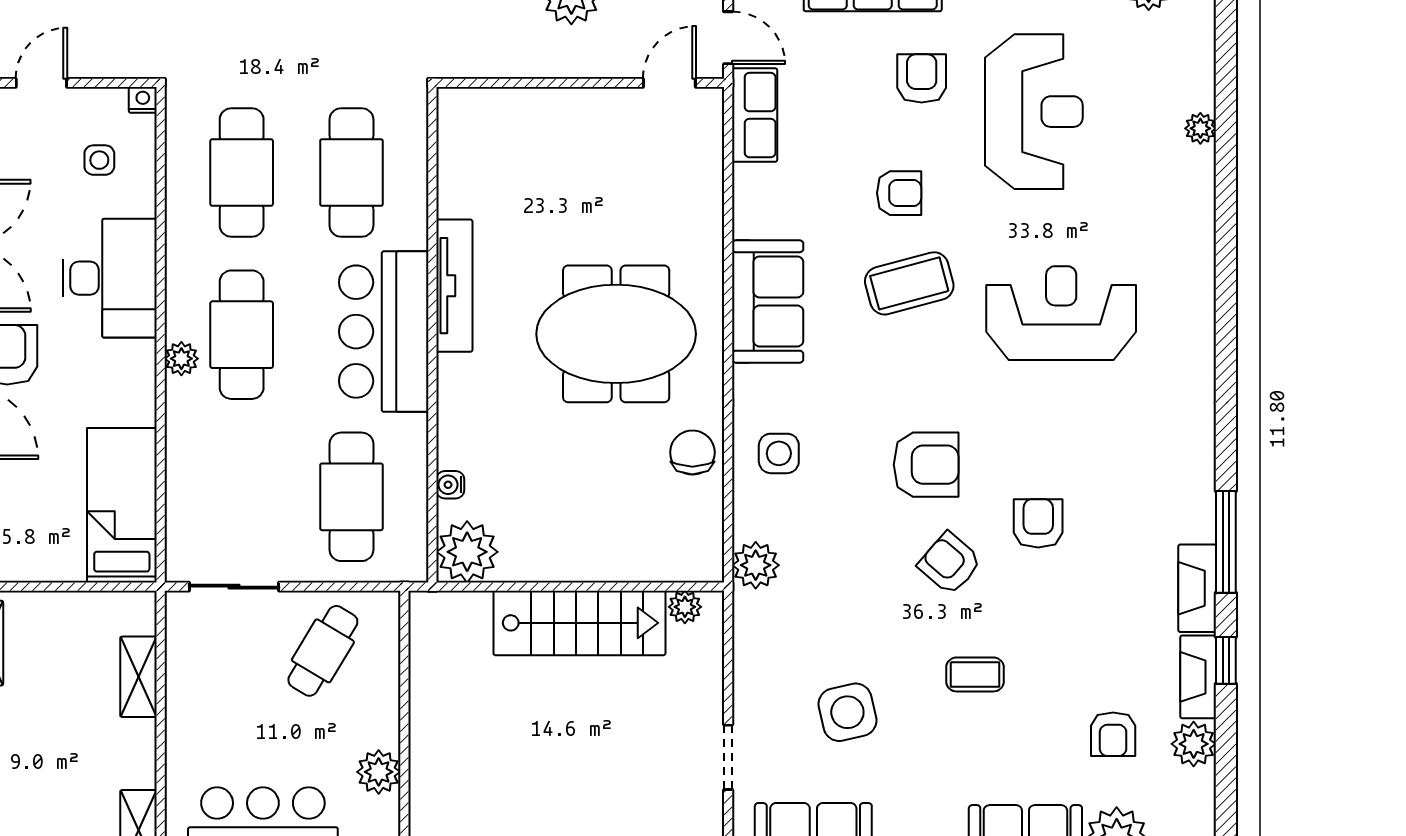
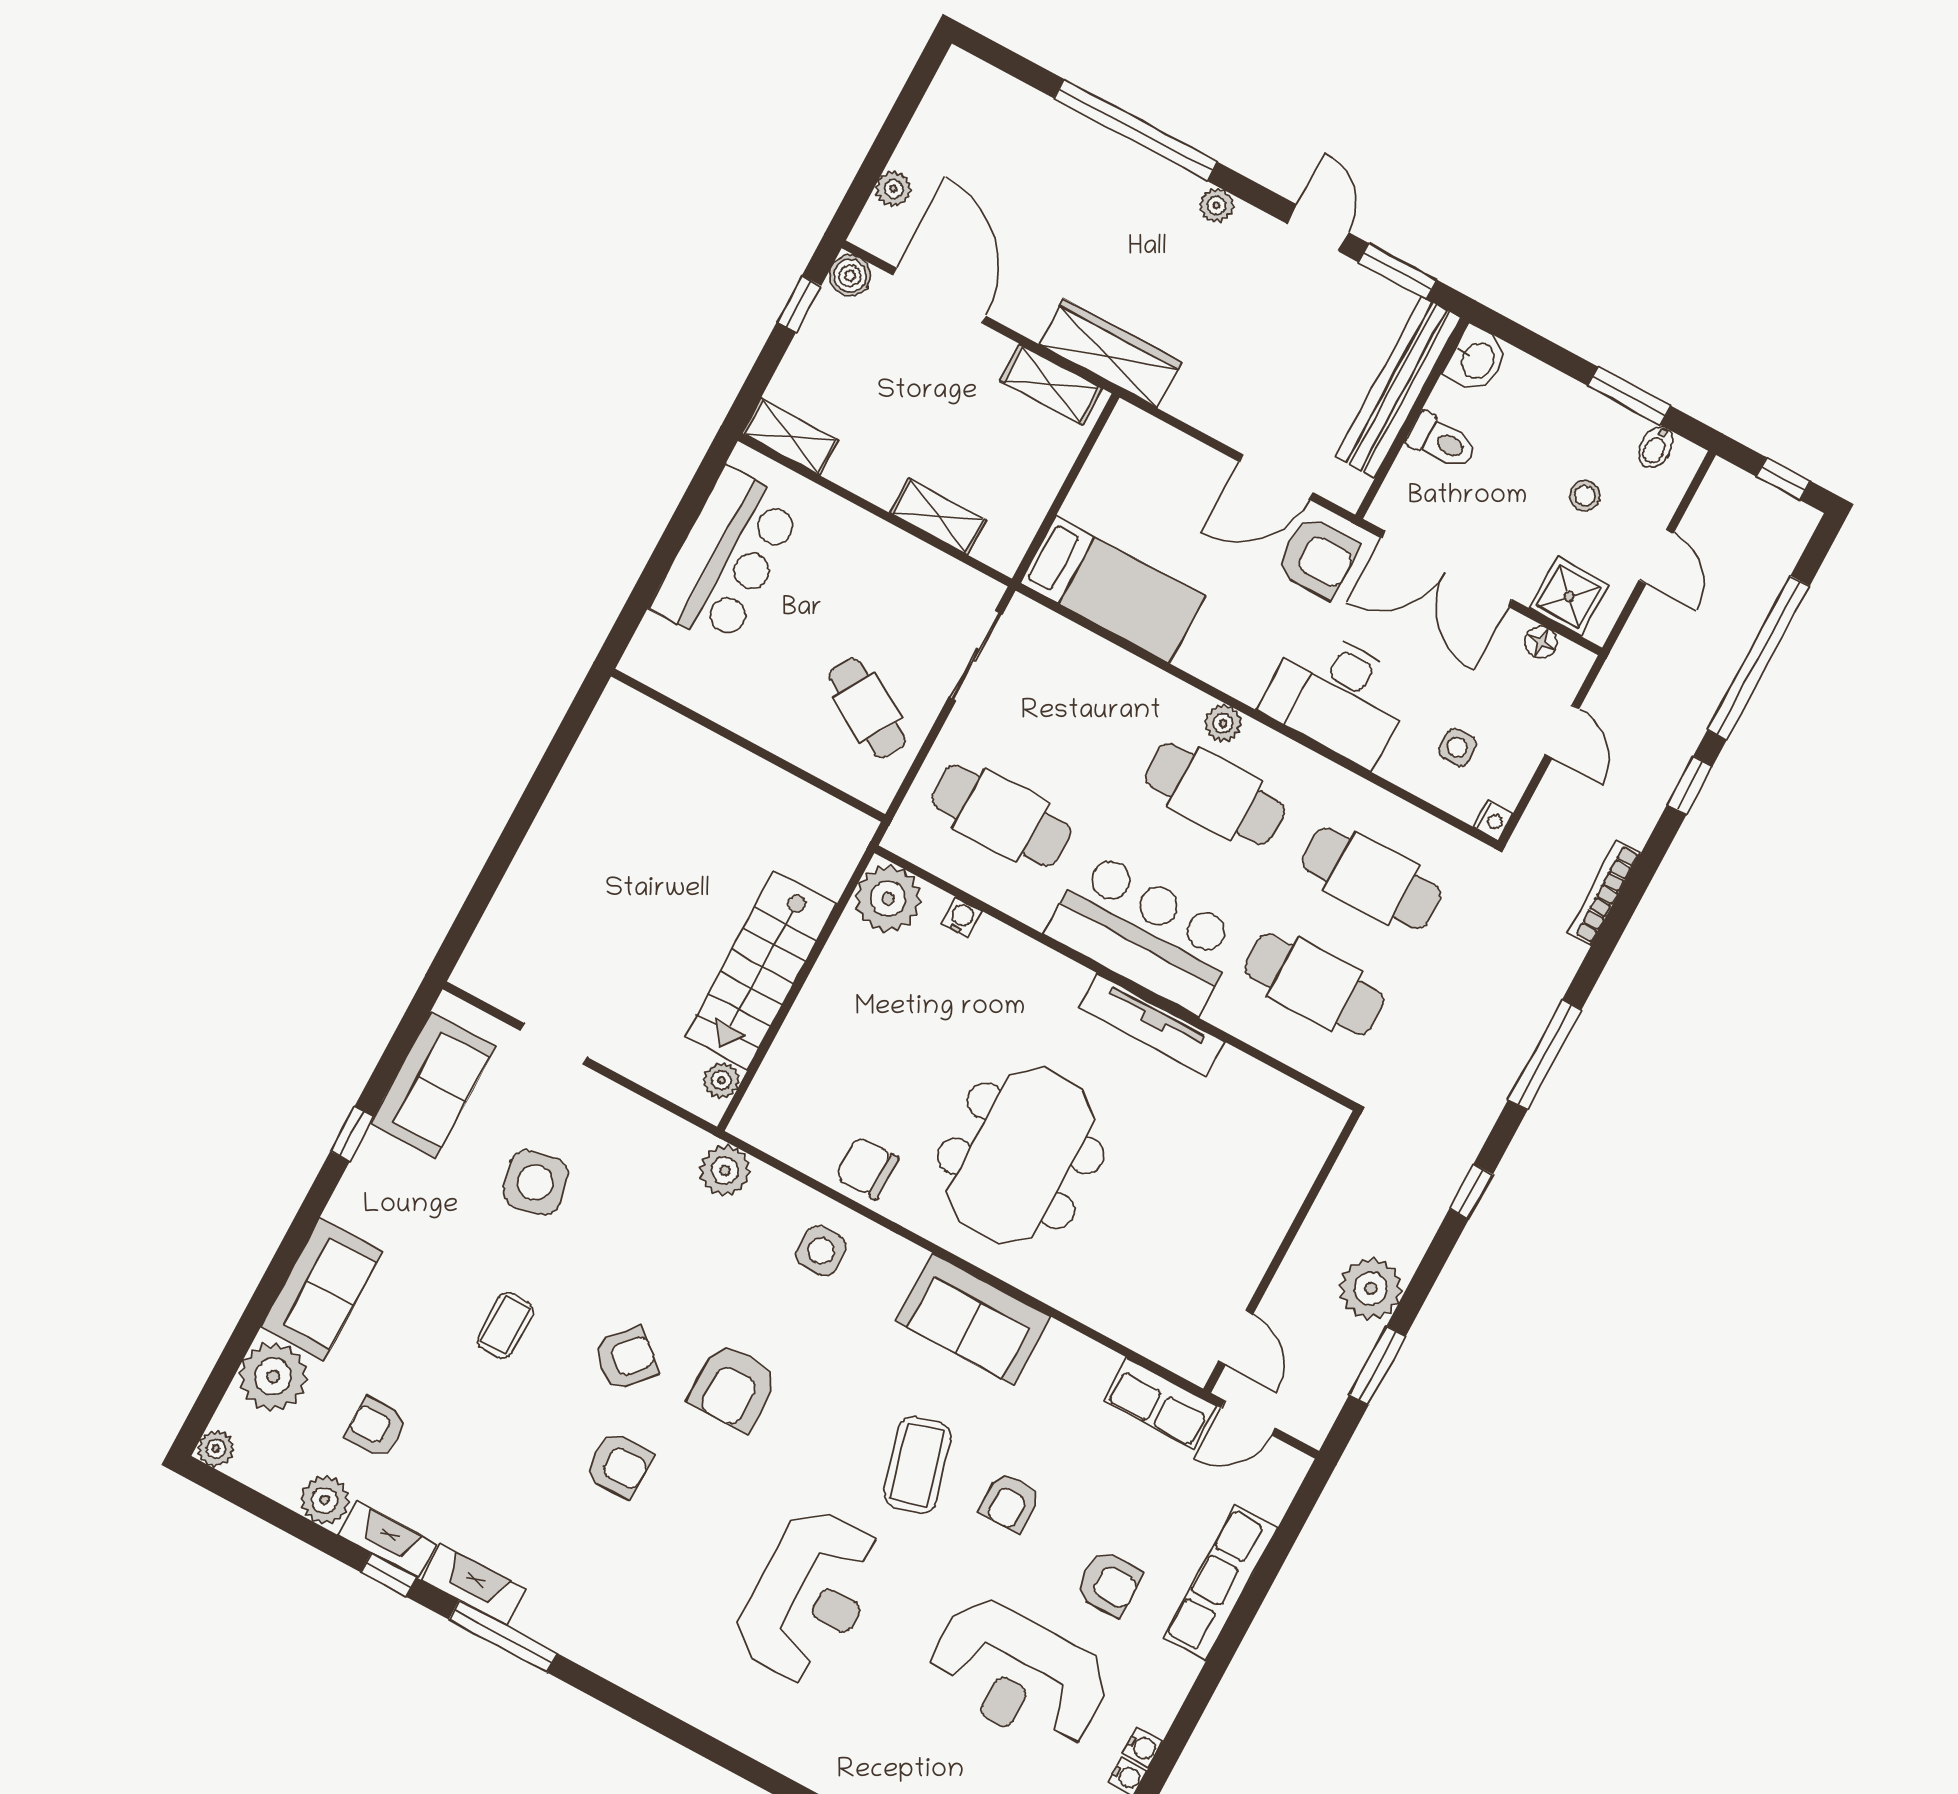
chair: (692, 452) -> (867, 1168), turned 180
plant: (379, 772) -> (721, 699), removed

